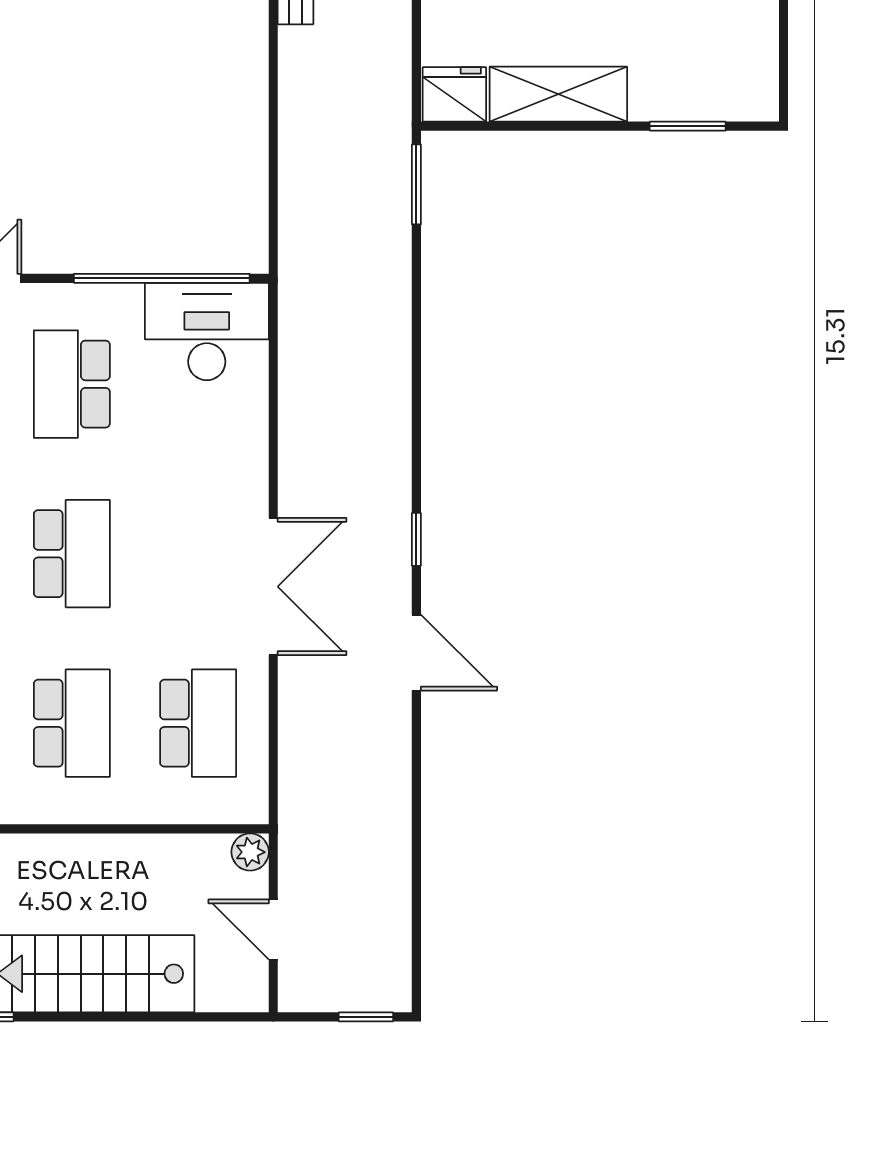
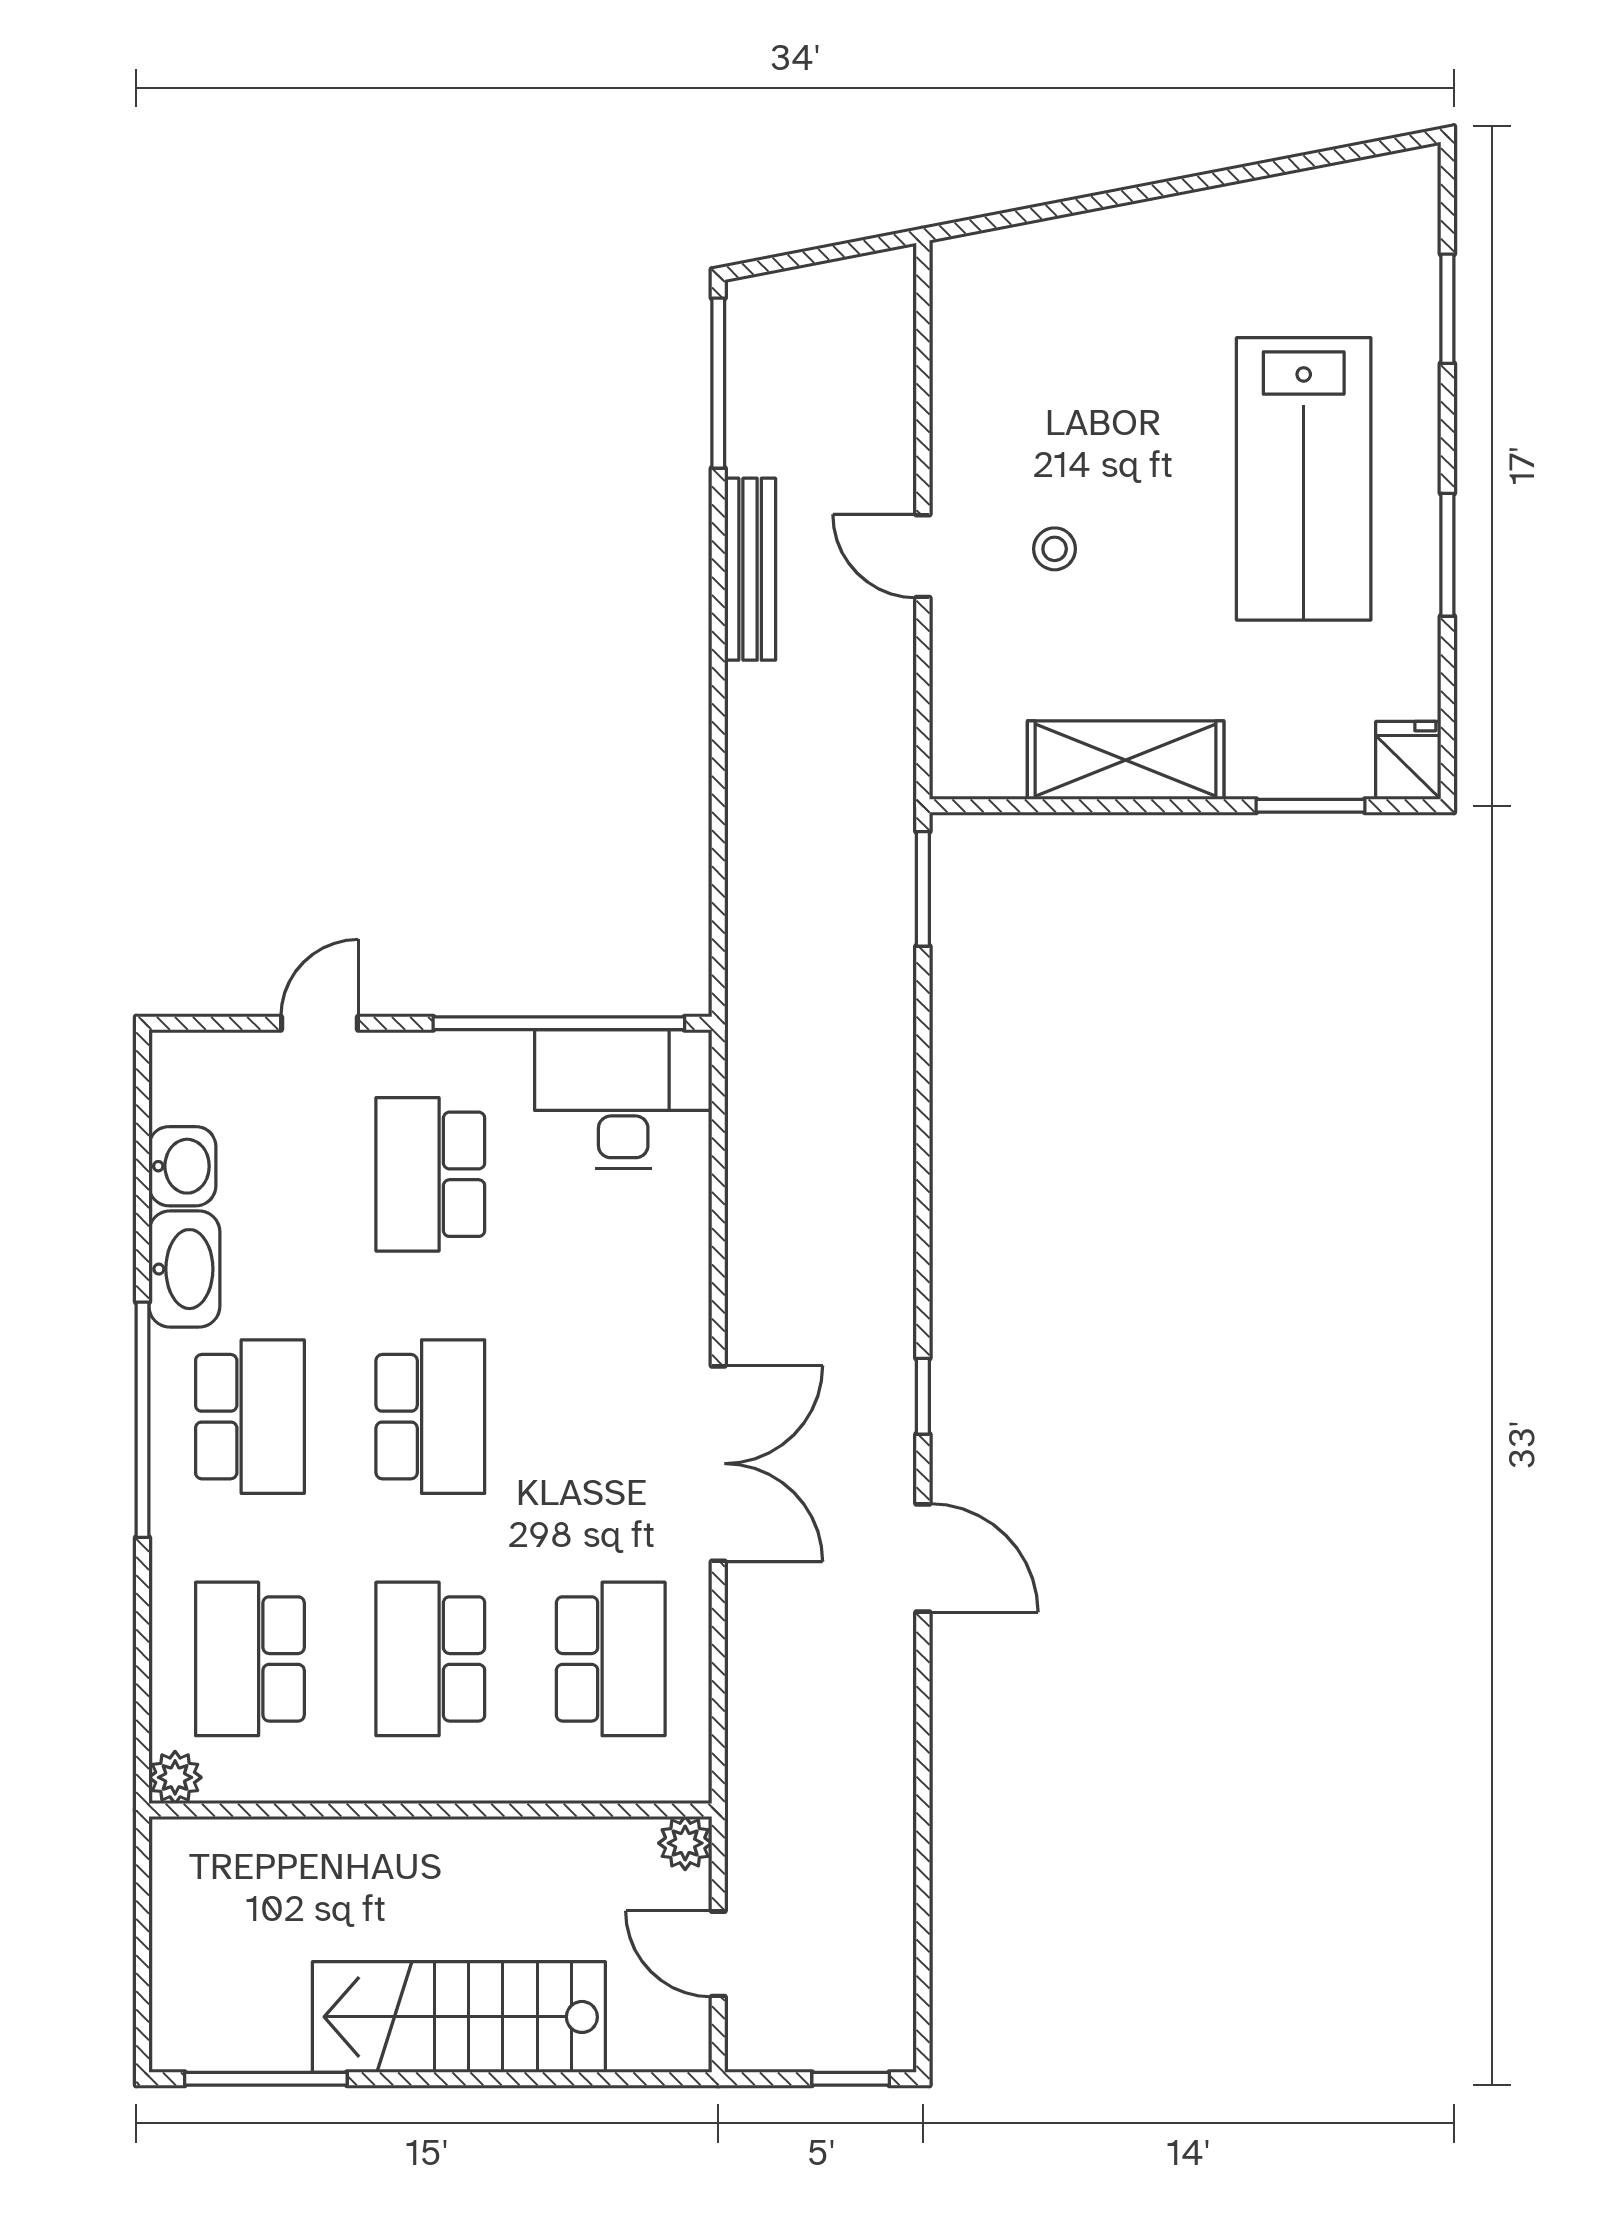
fridge: (454, 94) -> (1408, 760), moved, width x0.72
school desk: (72, 723) -> (430, 1659), turned 180

